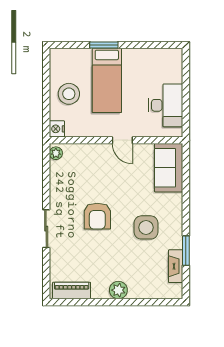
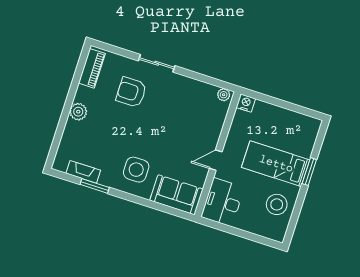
stool: (69, 94) -> (277, 204), moved
desk: (166, 105) -> (223, 202), moved, turned 90
armchair: (97, 216) -> (131, 92), moved
side table: (146, 227) -> (136, 170), moved

